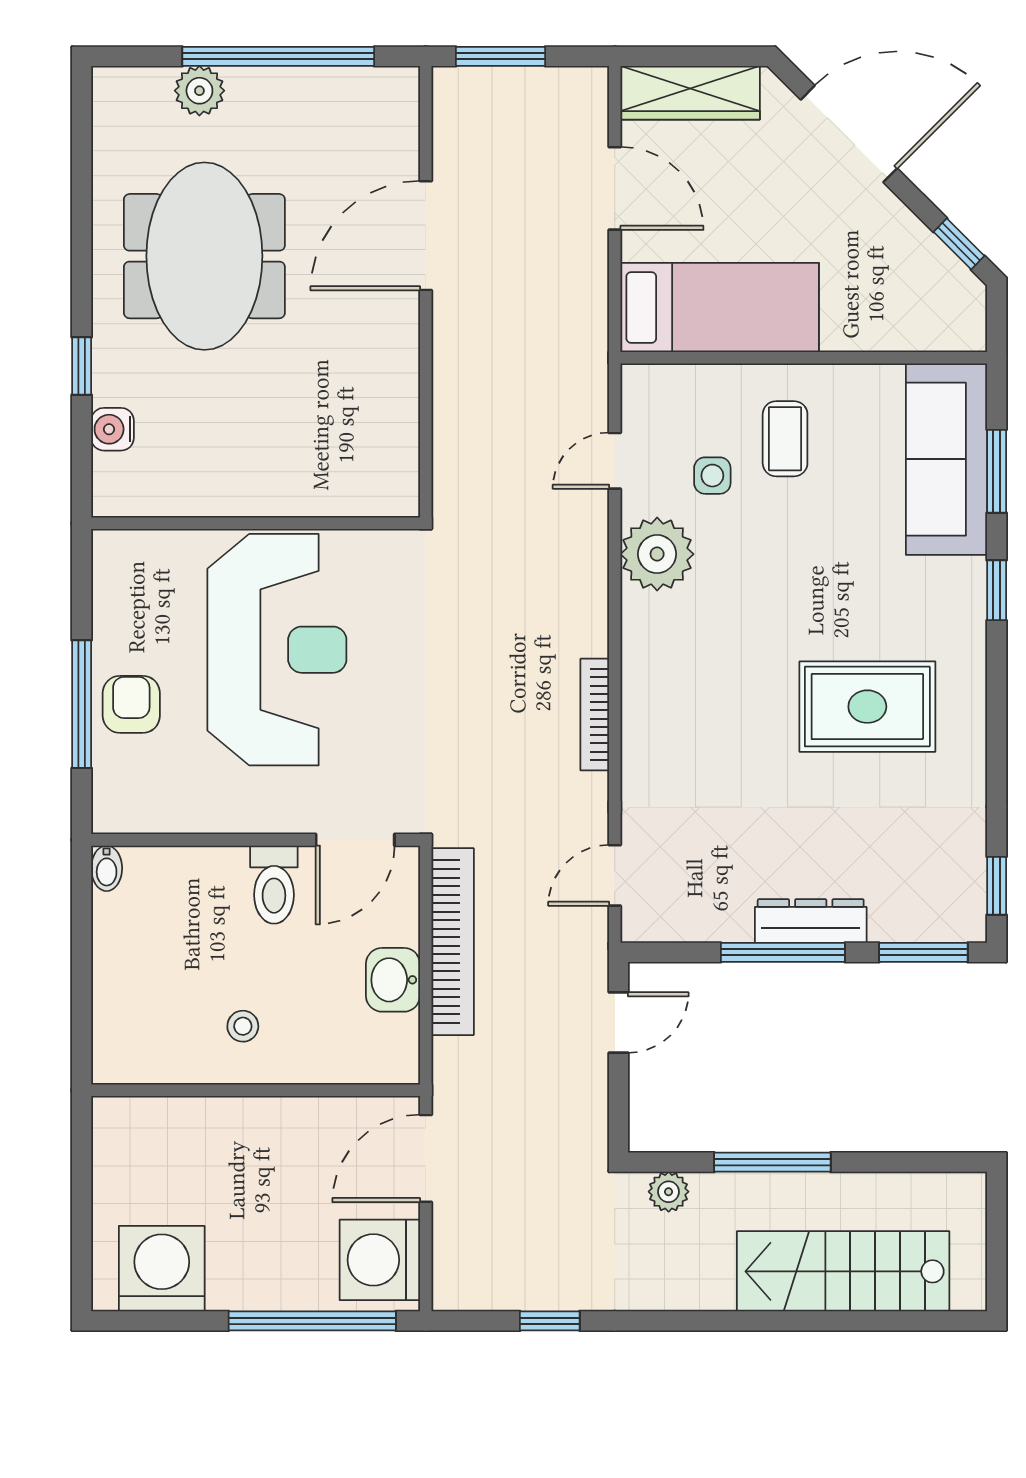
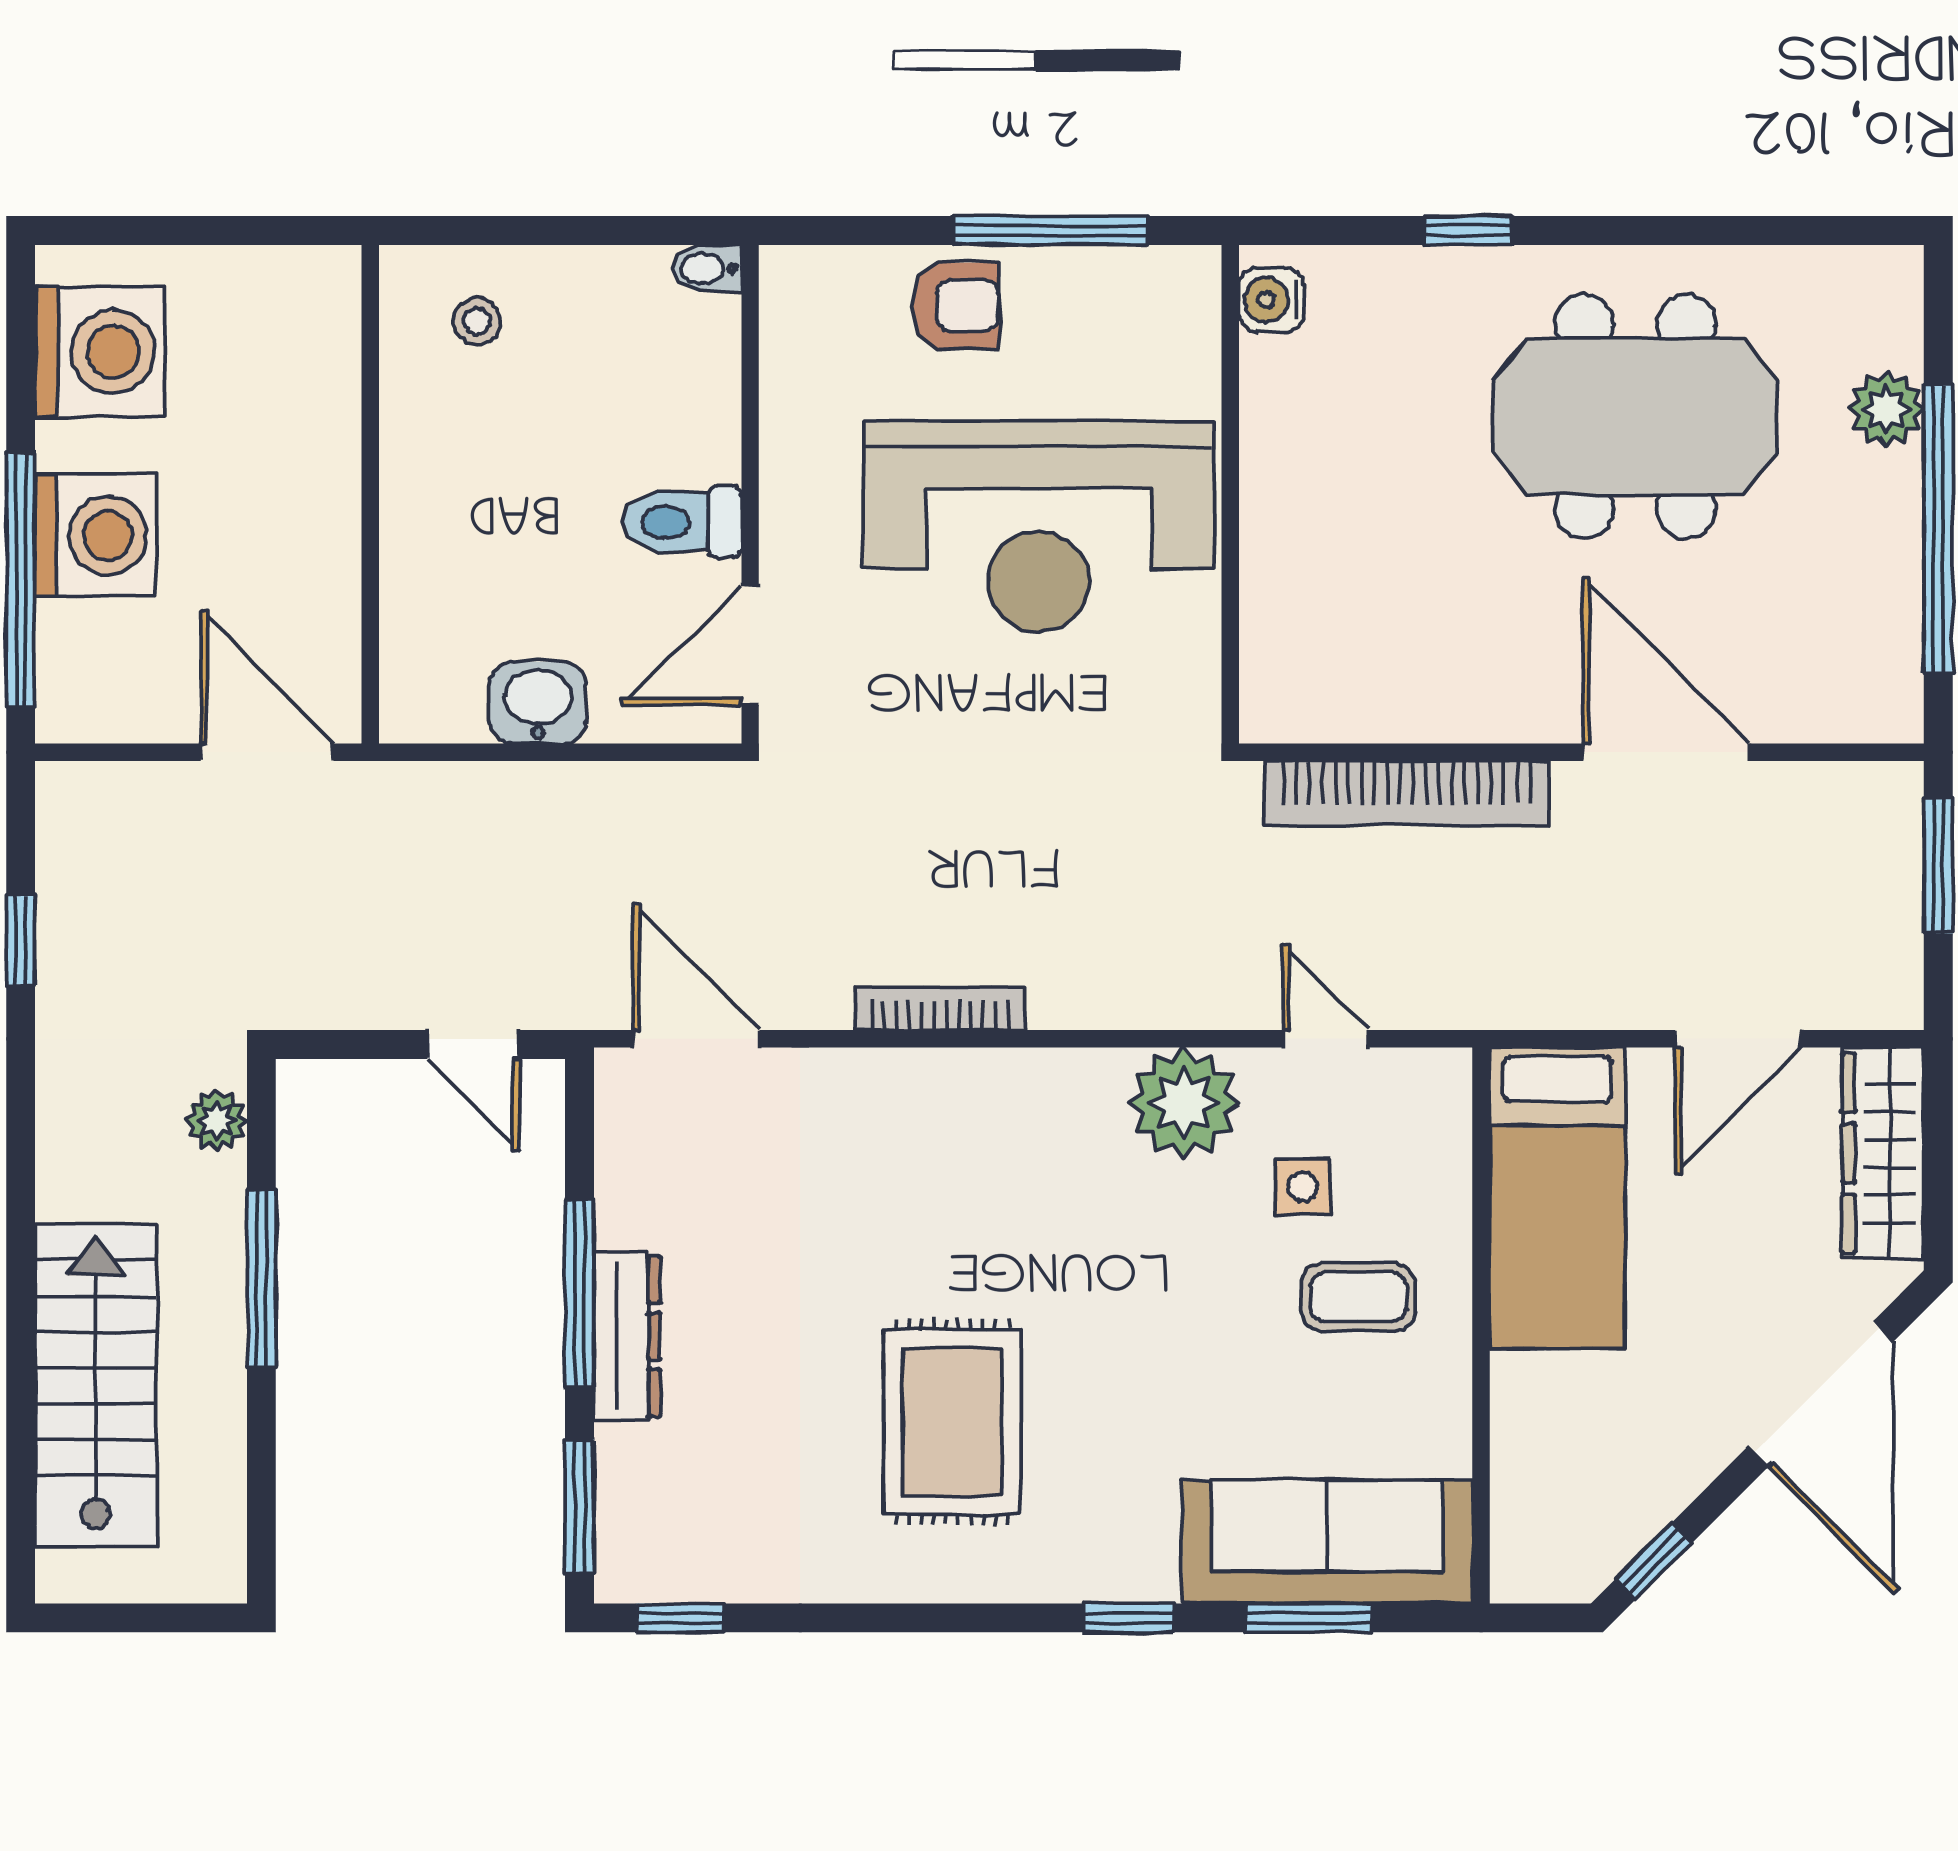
water cooler: (112, 429) -> (1271, 300), moved, turned -90
window: (82, 704) -> (1051, 231), moved
door: (355, 840) -> (750, 645), hinge flipped
door: (615, 875) -> (696, 1039), width x1.38
bookcase: (453, 942) -> (1407, 793), moved
stool: (243, 1026) -> (477, 321), moved
washing machine: (380, 1260) -> (96, 536), moved, turned 90

